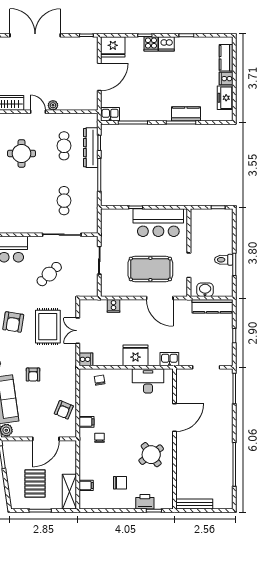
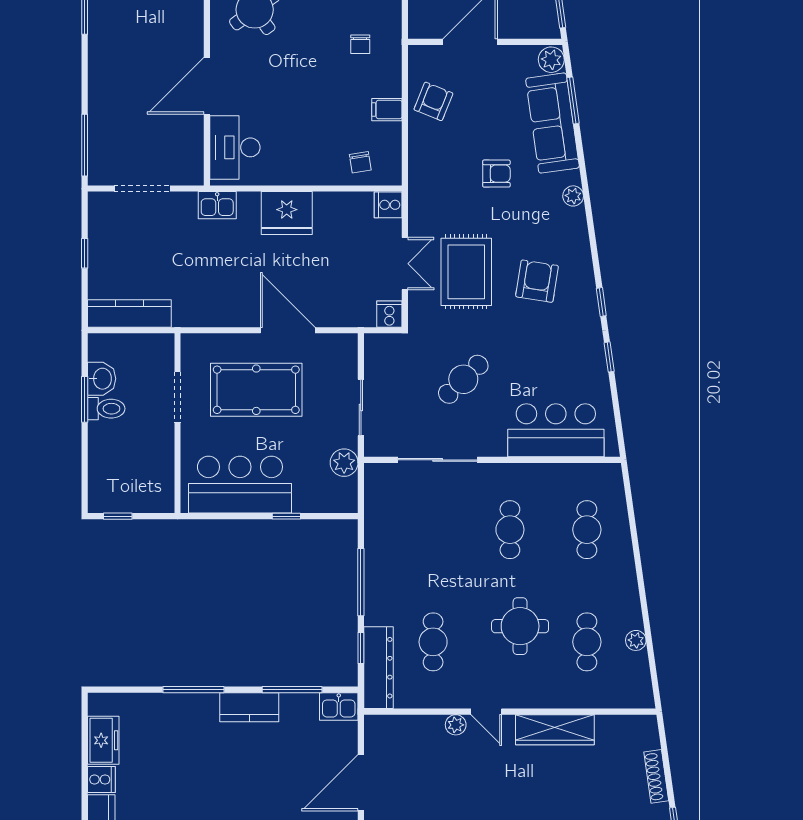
kitchen counter: (186, 114) -> (249, 707), moved
dresser: (91, 148) -> (378, 668), moved
cafe table: (64, 201) -> (510, 530), moved
plant: (107, 233) -> (344, 463), added
washbasin: (205, 290) -> (102, 379), moved, turned -90
door: (160, 298) -> (288, 330), moved
cooker: (113, 306) -> (389, 314), moved
armchair: (33, 375) -> (496, 174), turned 90
desk: (148, 381) -> (235, 147), moved, turned 90
filing cabinet: (87, 422) -> (387, 110), moved

